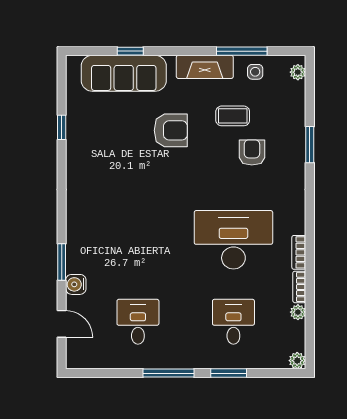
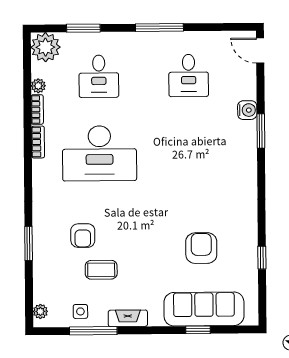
fireplace: (205, 67) -> (128, 318), width x0.73, depth x0.76
armchair: (171, 130) -> (201, 248), moved, turned 90
door: (62, 324) -> (260, 51), moved
plant: (297, 361) -> (45, 47), width x1.88, depth x1.88
window: (229, 373) -> (83, 28), moved

